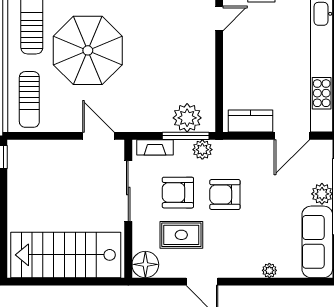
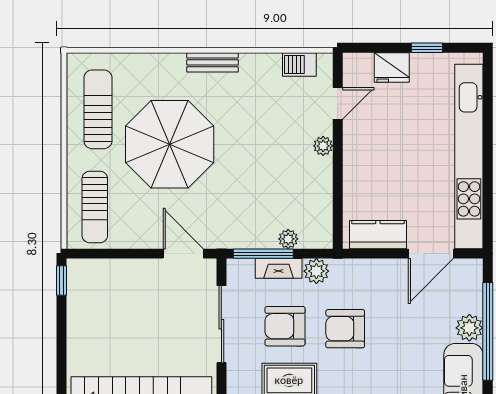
plant: (208, 52) -> (323, 146), added
plant: (187, 118) -> (288, 239), width x0.53, depth x0.53
window: (186, 136) -> (263, 254), moved
fireplace: (155, 147) -> (279, 268), moved

